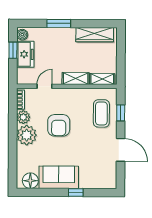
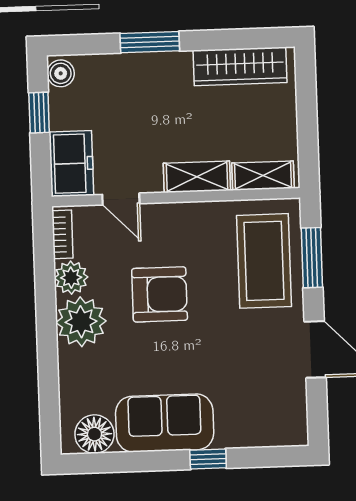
freezer: (25, 54) -> (71, 164), moved
door: (45, 86) -> (121, 199), swing flipped
coffee table: (101, 113) -> (264, 261), width x1.36, depth x1.32
window: (121, 113) -> (312, 258), width x1.50
armchair: (59, 125) -> (160, 294), turned -90

